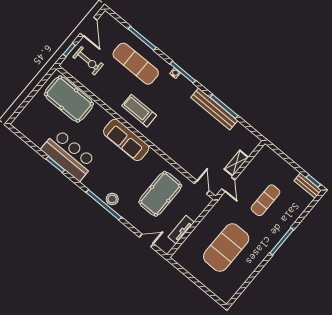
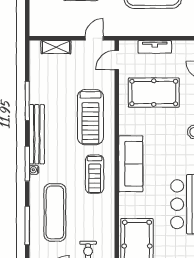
bench: (214, 109) -> (37, 134), moved
treadmill: (179, 139) -> (90, 117), added
shelving: (236, 163) -> (56, 47), moved
tv unit: (181, 230) -> (155, 47), moved

